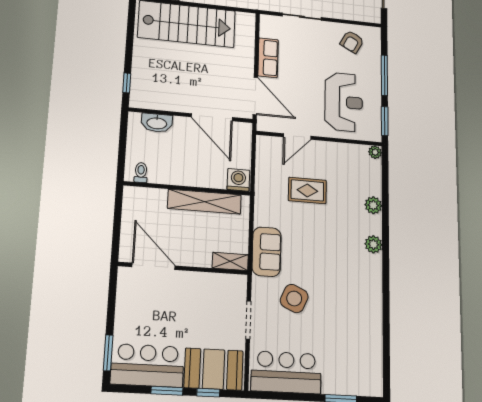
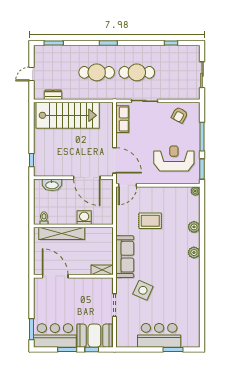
row of seats: (268, 58) -> (122, 119), moved
reception desk: (344, 102) -> (174, 158), turned -90
door: (297, 137) -> (128, 185), moved
washing machine: (238, 180) -> (84, 218), moved
shelving: (204, 202) -> (62, 233), moved
sofa: (267, 252) -> (125, 257), width x1.36
bar counter: (286, 372) -> (159, 335), moved

